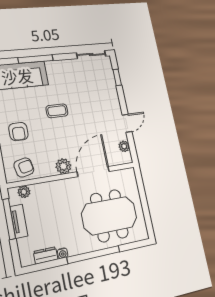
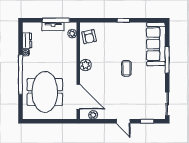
door: (127, 123) -> (123, 121), moved
armchair: (18, 132) -> (115, 37), removed
door: (93, 172) -> (78, 97), moved

